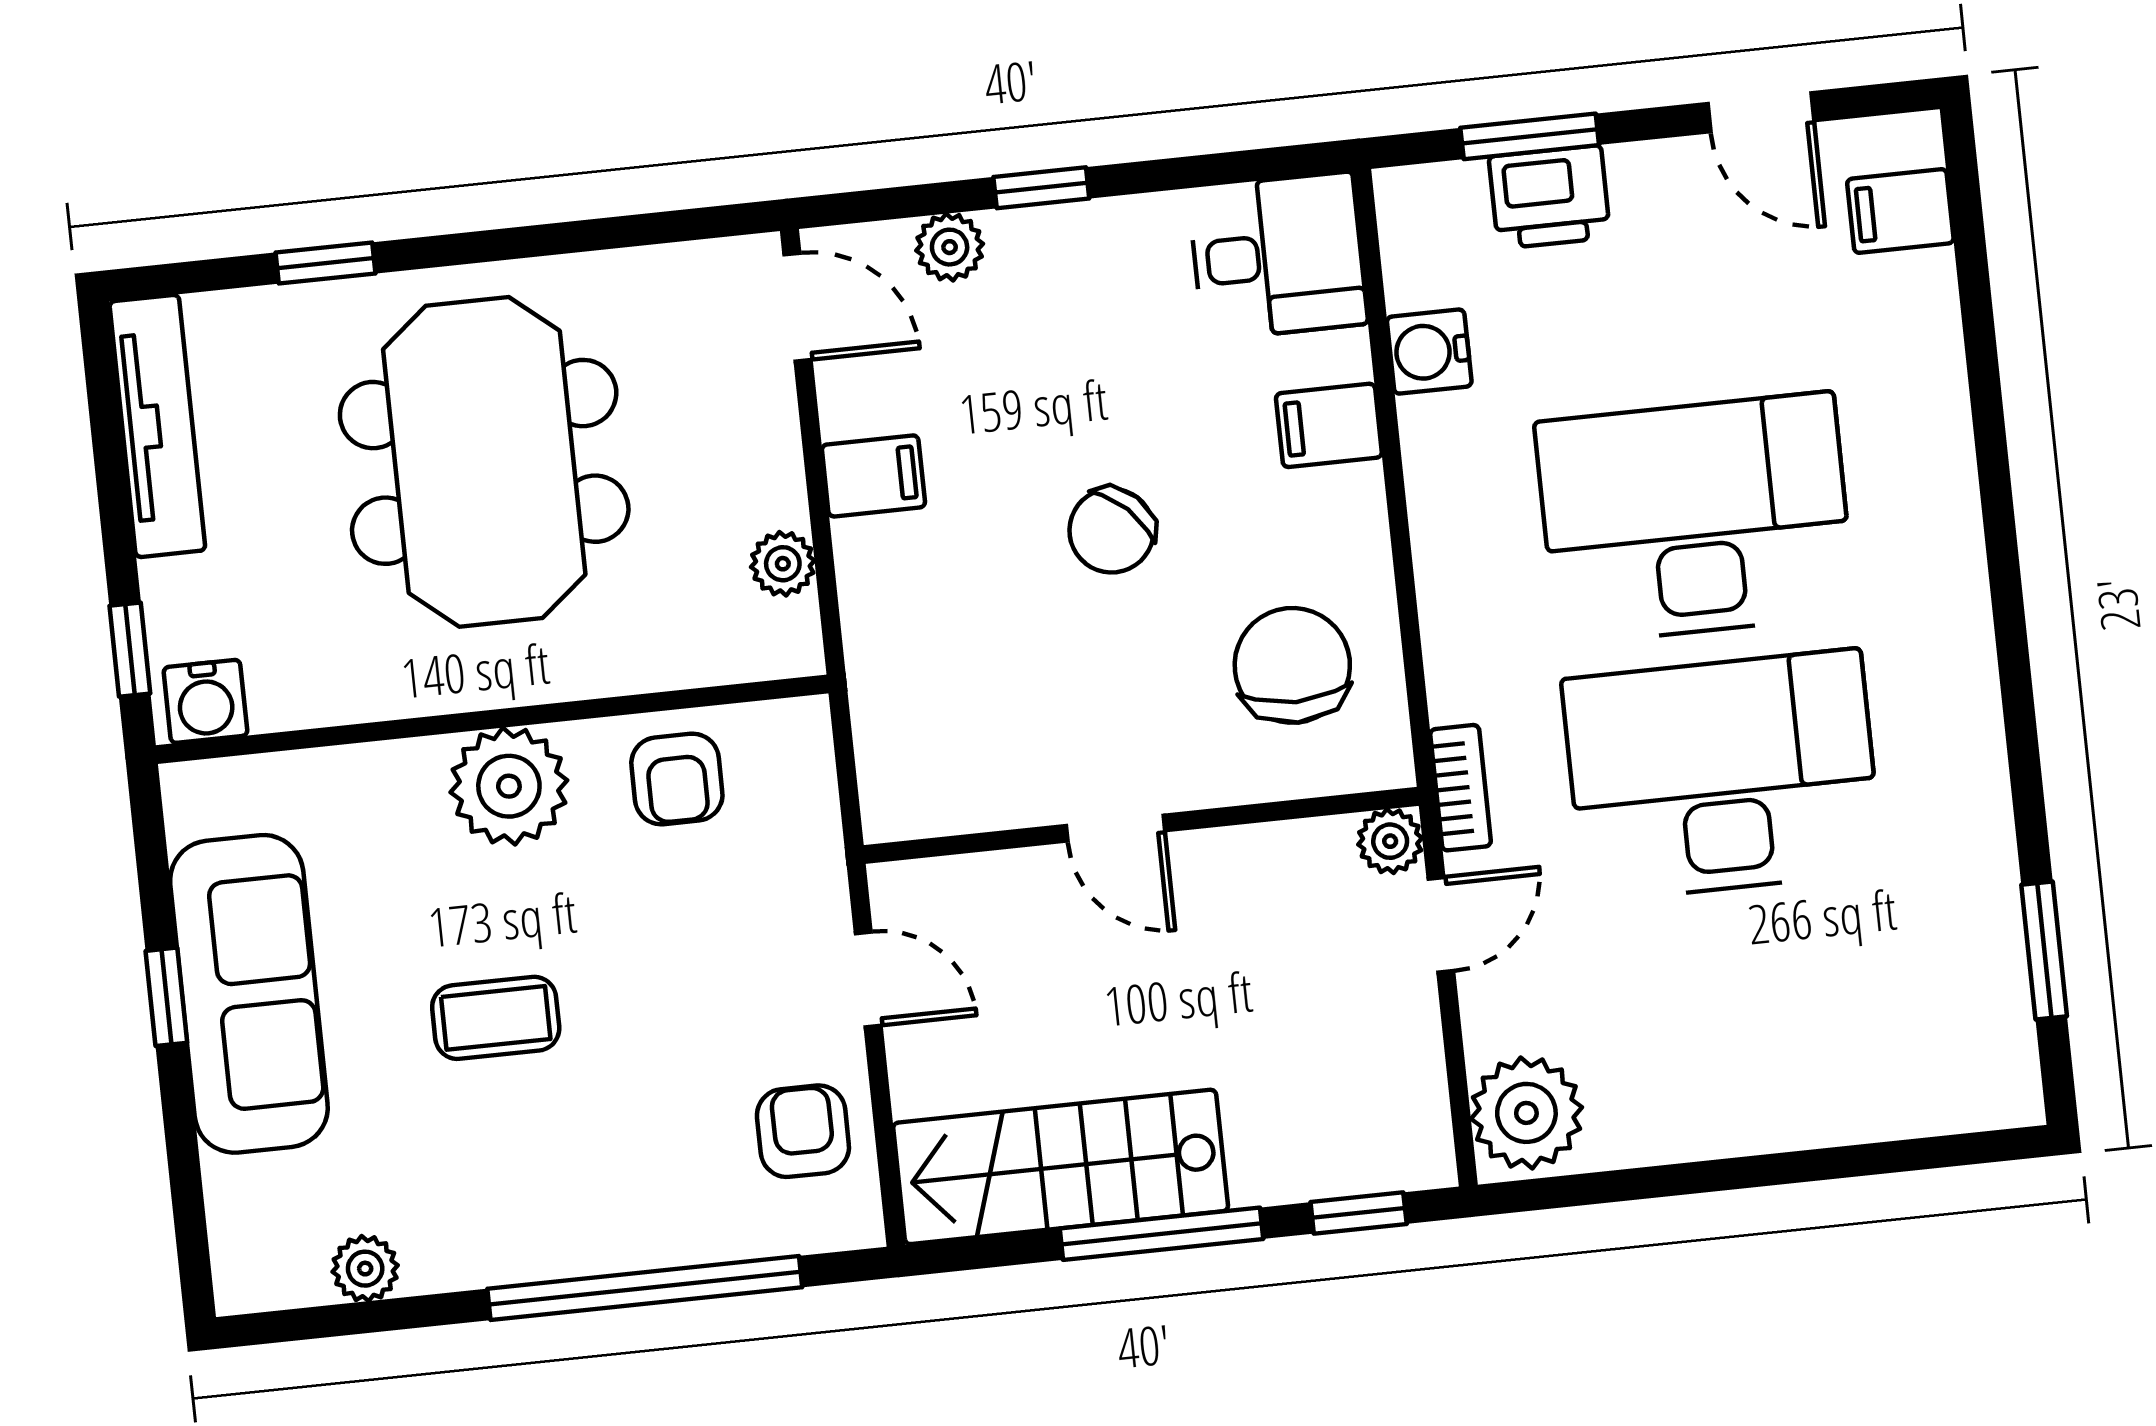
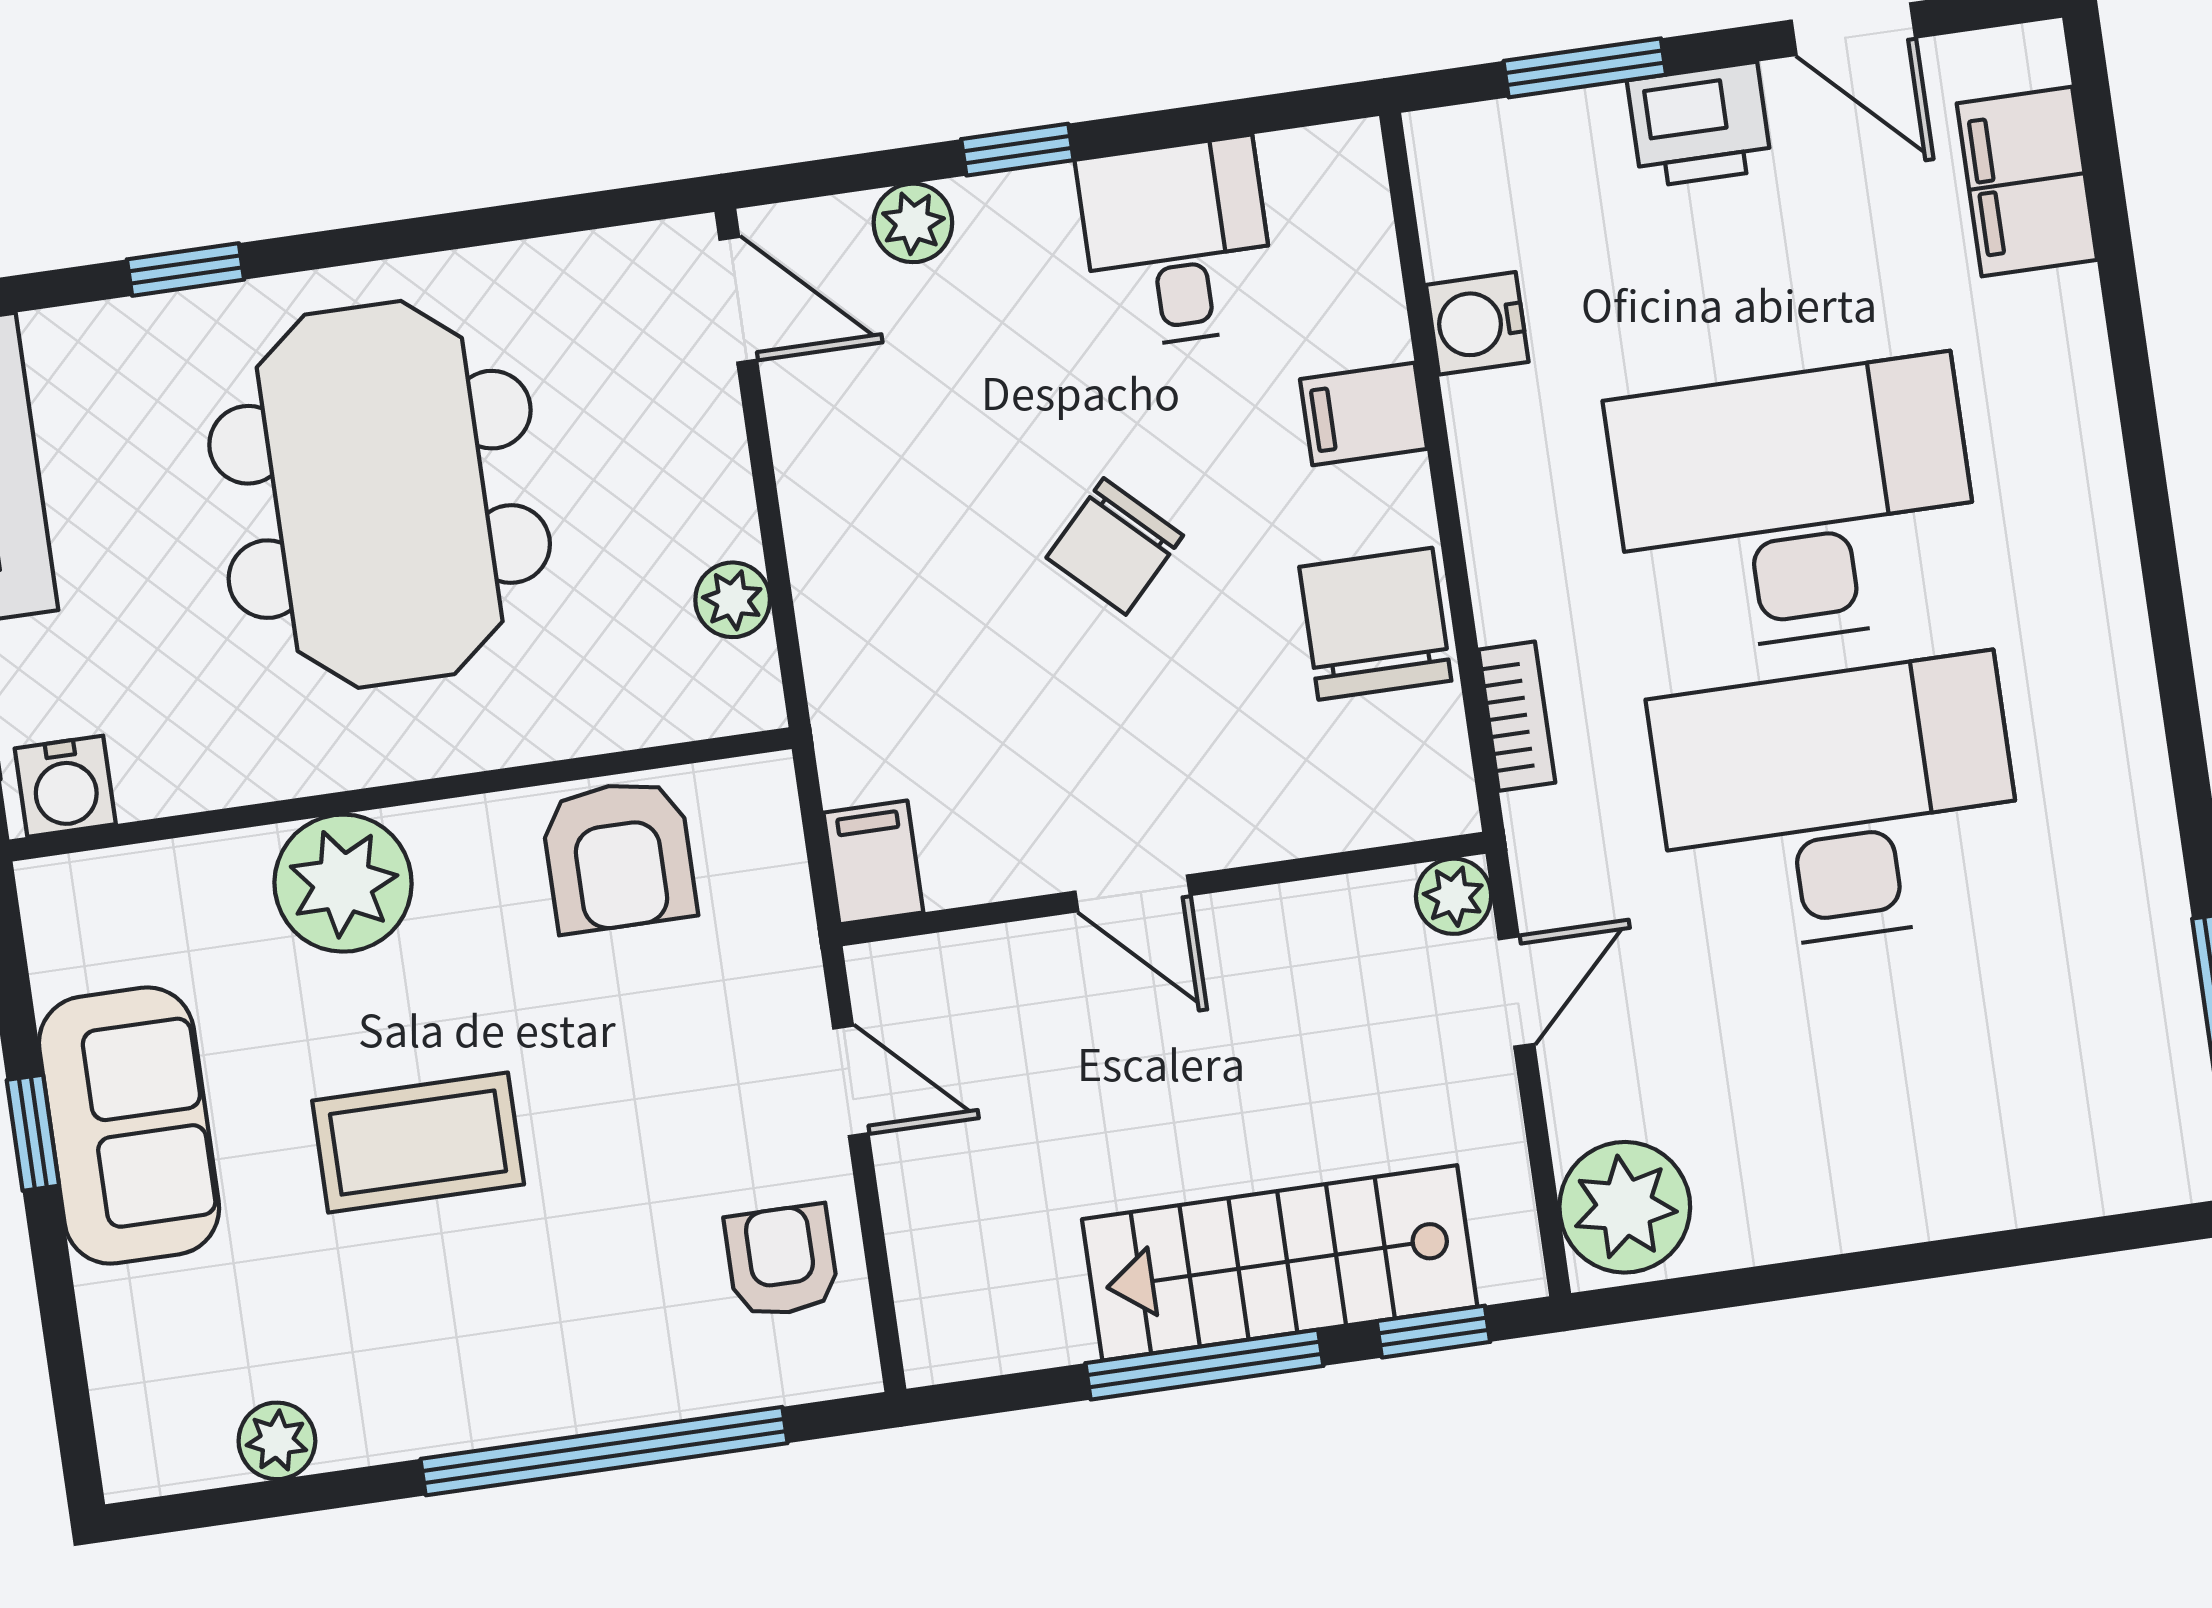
printer: (1550, 197) -> (1700, 125), moved
filing cabinet: (1900, 211) -> (2027, 182), width x2.00
desk: (1278, 256) -> (1177, 243), moved, turned -90
filing cabinet: (873, 476) -> (873, 862), moved, turned -90
chair: (1292, 665) -> (1375, 624), moved
armchair: (677, 779) -> (619, 856), width x1.38, depth x1.38
plant: (509, 786) -> (343, 883), moved
bookcase: (1461, 788) -> (1517, 716), moved
sofa: (249, 994) -> (129, 1126), width x0.73
coffee table: (496, 1018) -> (418, 1143), width x1.36, depth x1.30
stairs: (1061, 1167) -> (1280, 1263), moved

